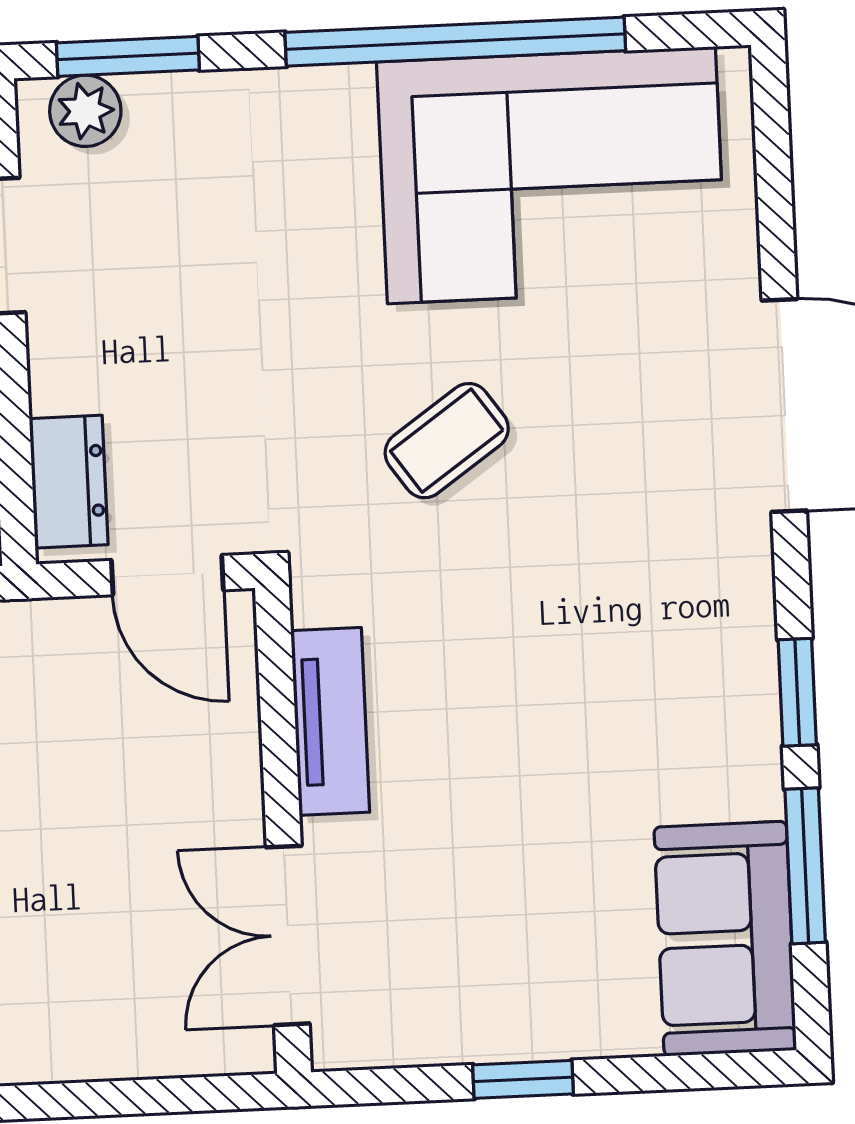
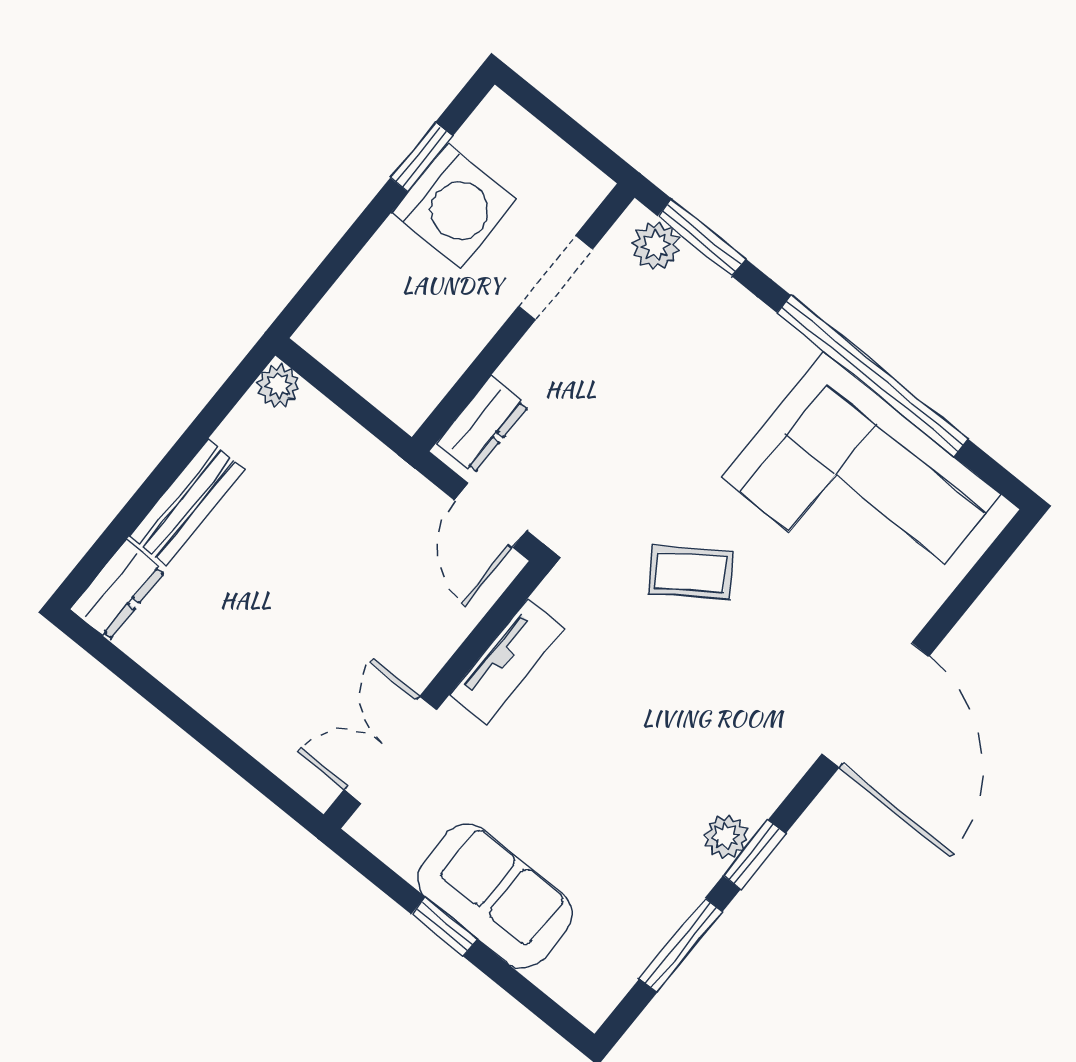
plant: (748, 700) -> (726, 837), added
sofa: (725, 939) -> (495, 896), moved, turned 90

